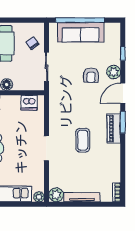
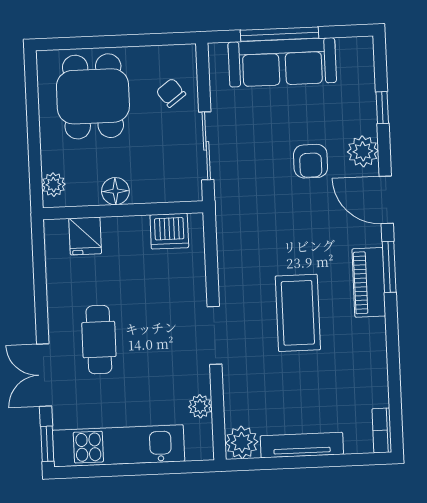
window: (80, 20) -> (279, 34), width x0.68
door: (123, 93) -> (386, 200), hinge flipped
coffee table: (83, 140) -> (298, 313), width x1.36, depth x1.32
plant: (39, 197) -> (200, 406), moved

